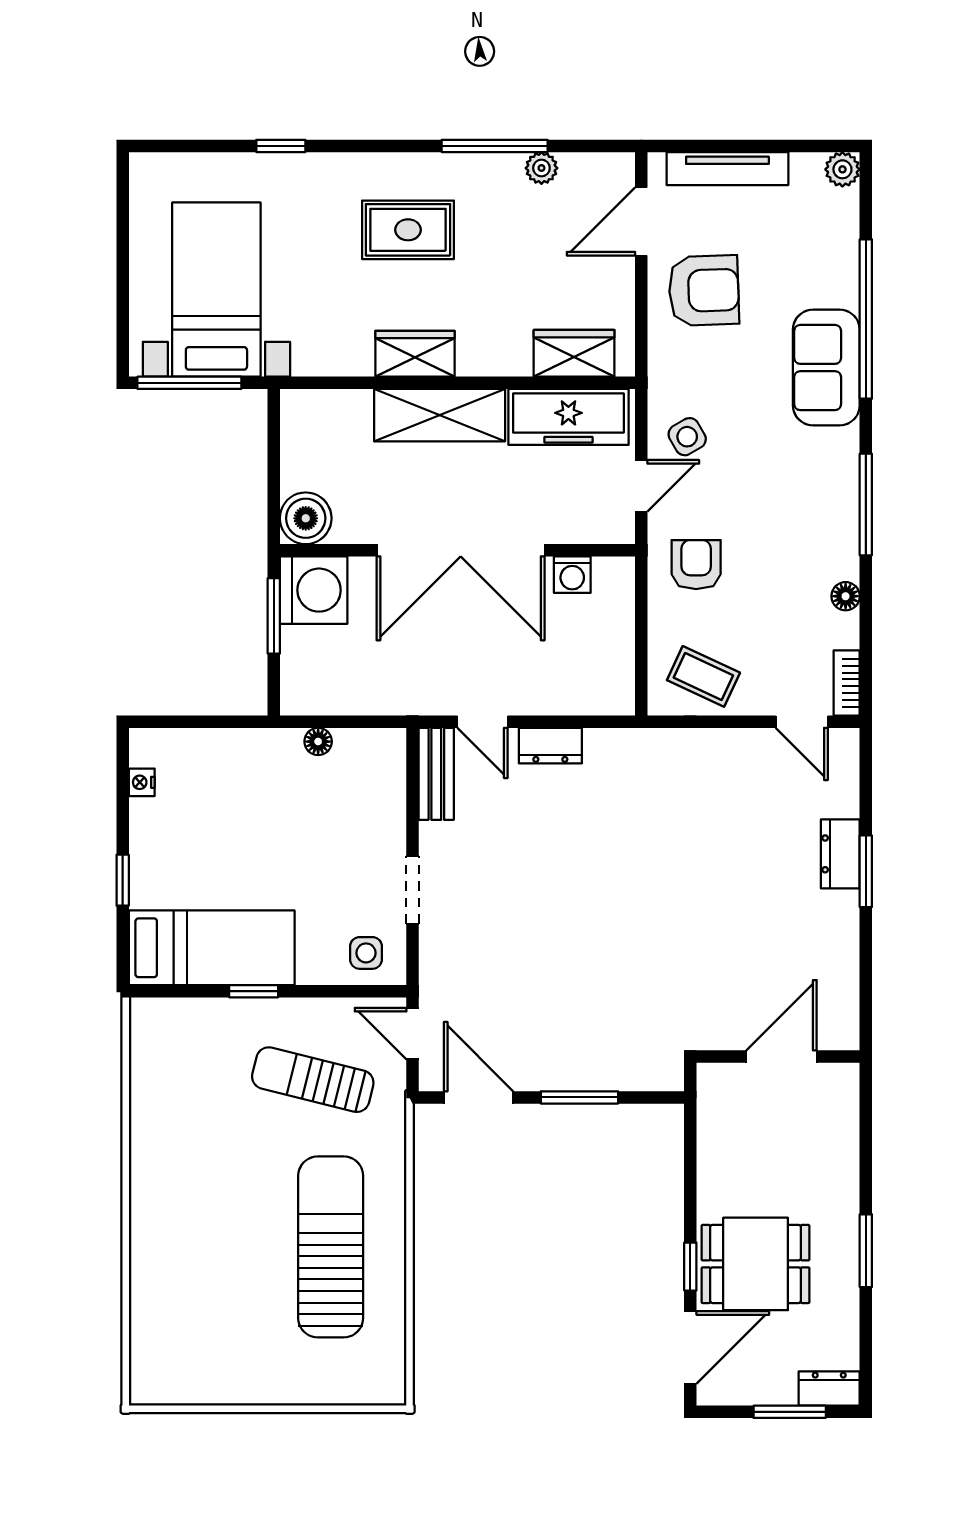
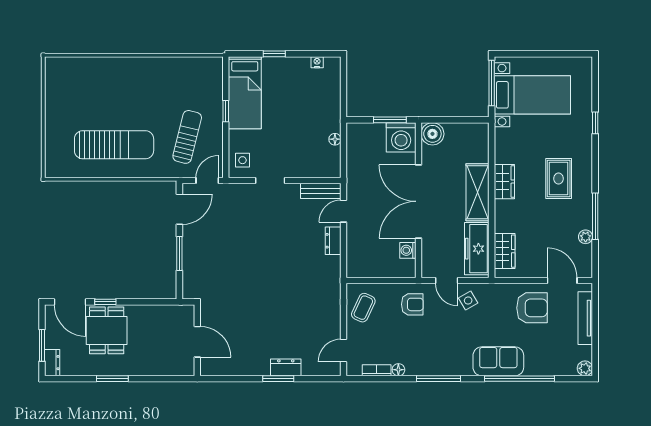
armchair: (704, 290) -> (532, 308), turned -88
bookcase: (847, 683) -> (377, 370), moved

